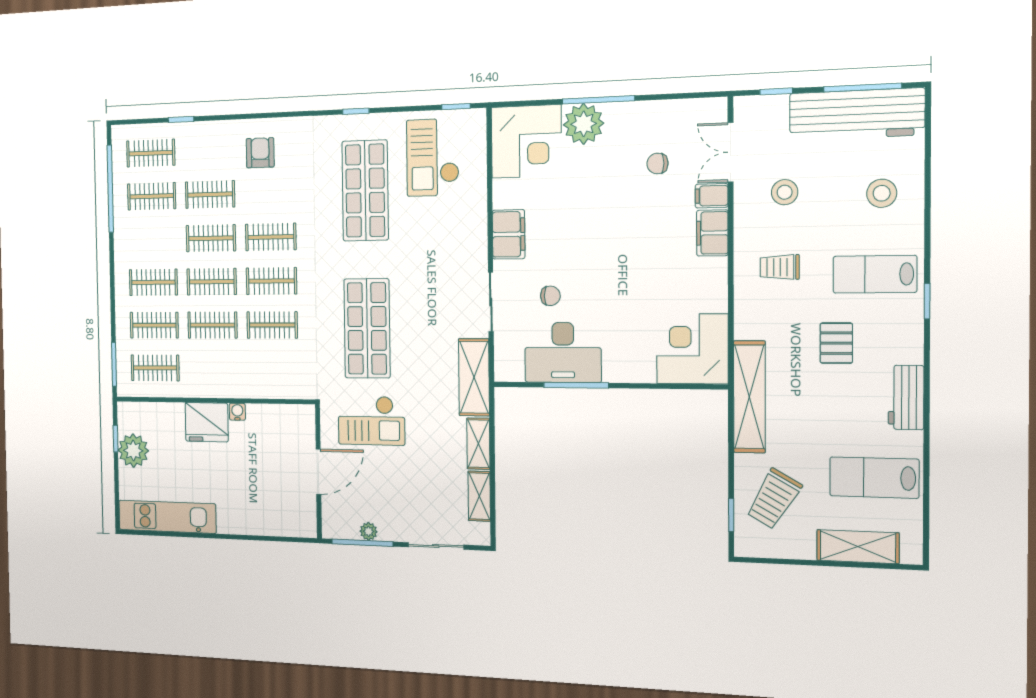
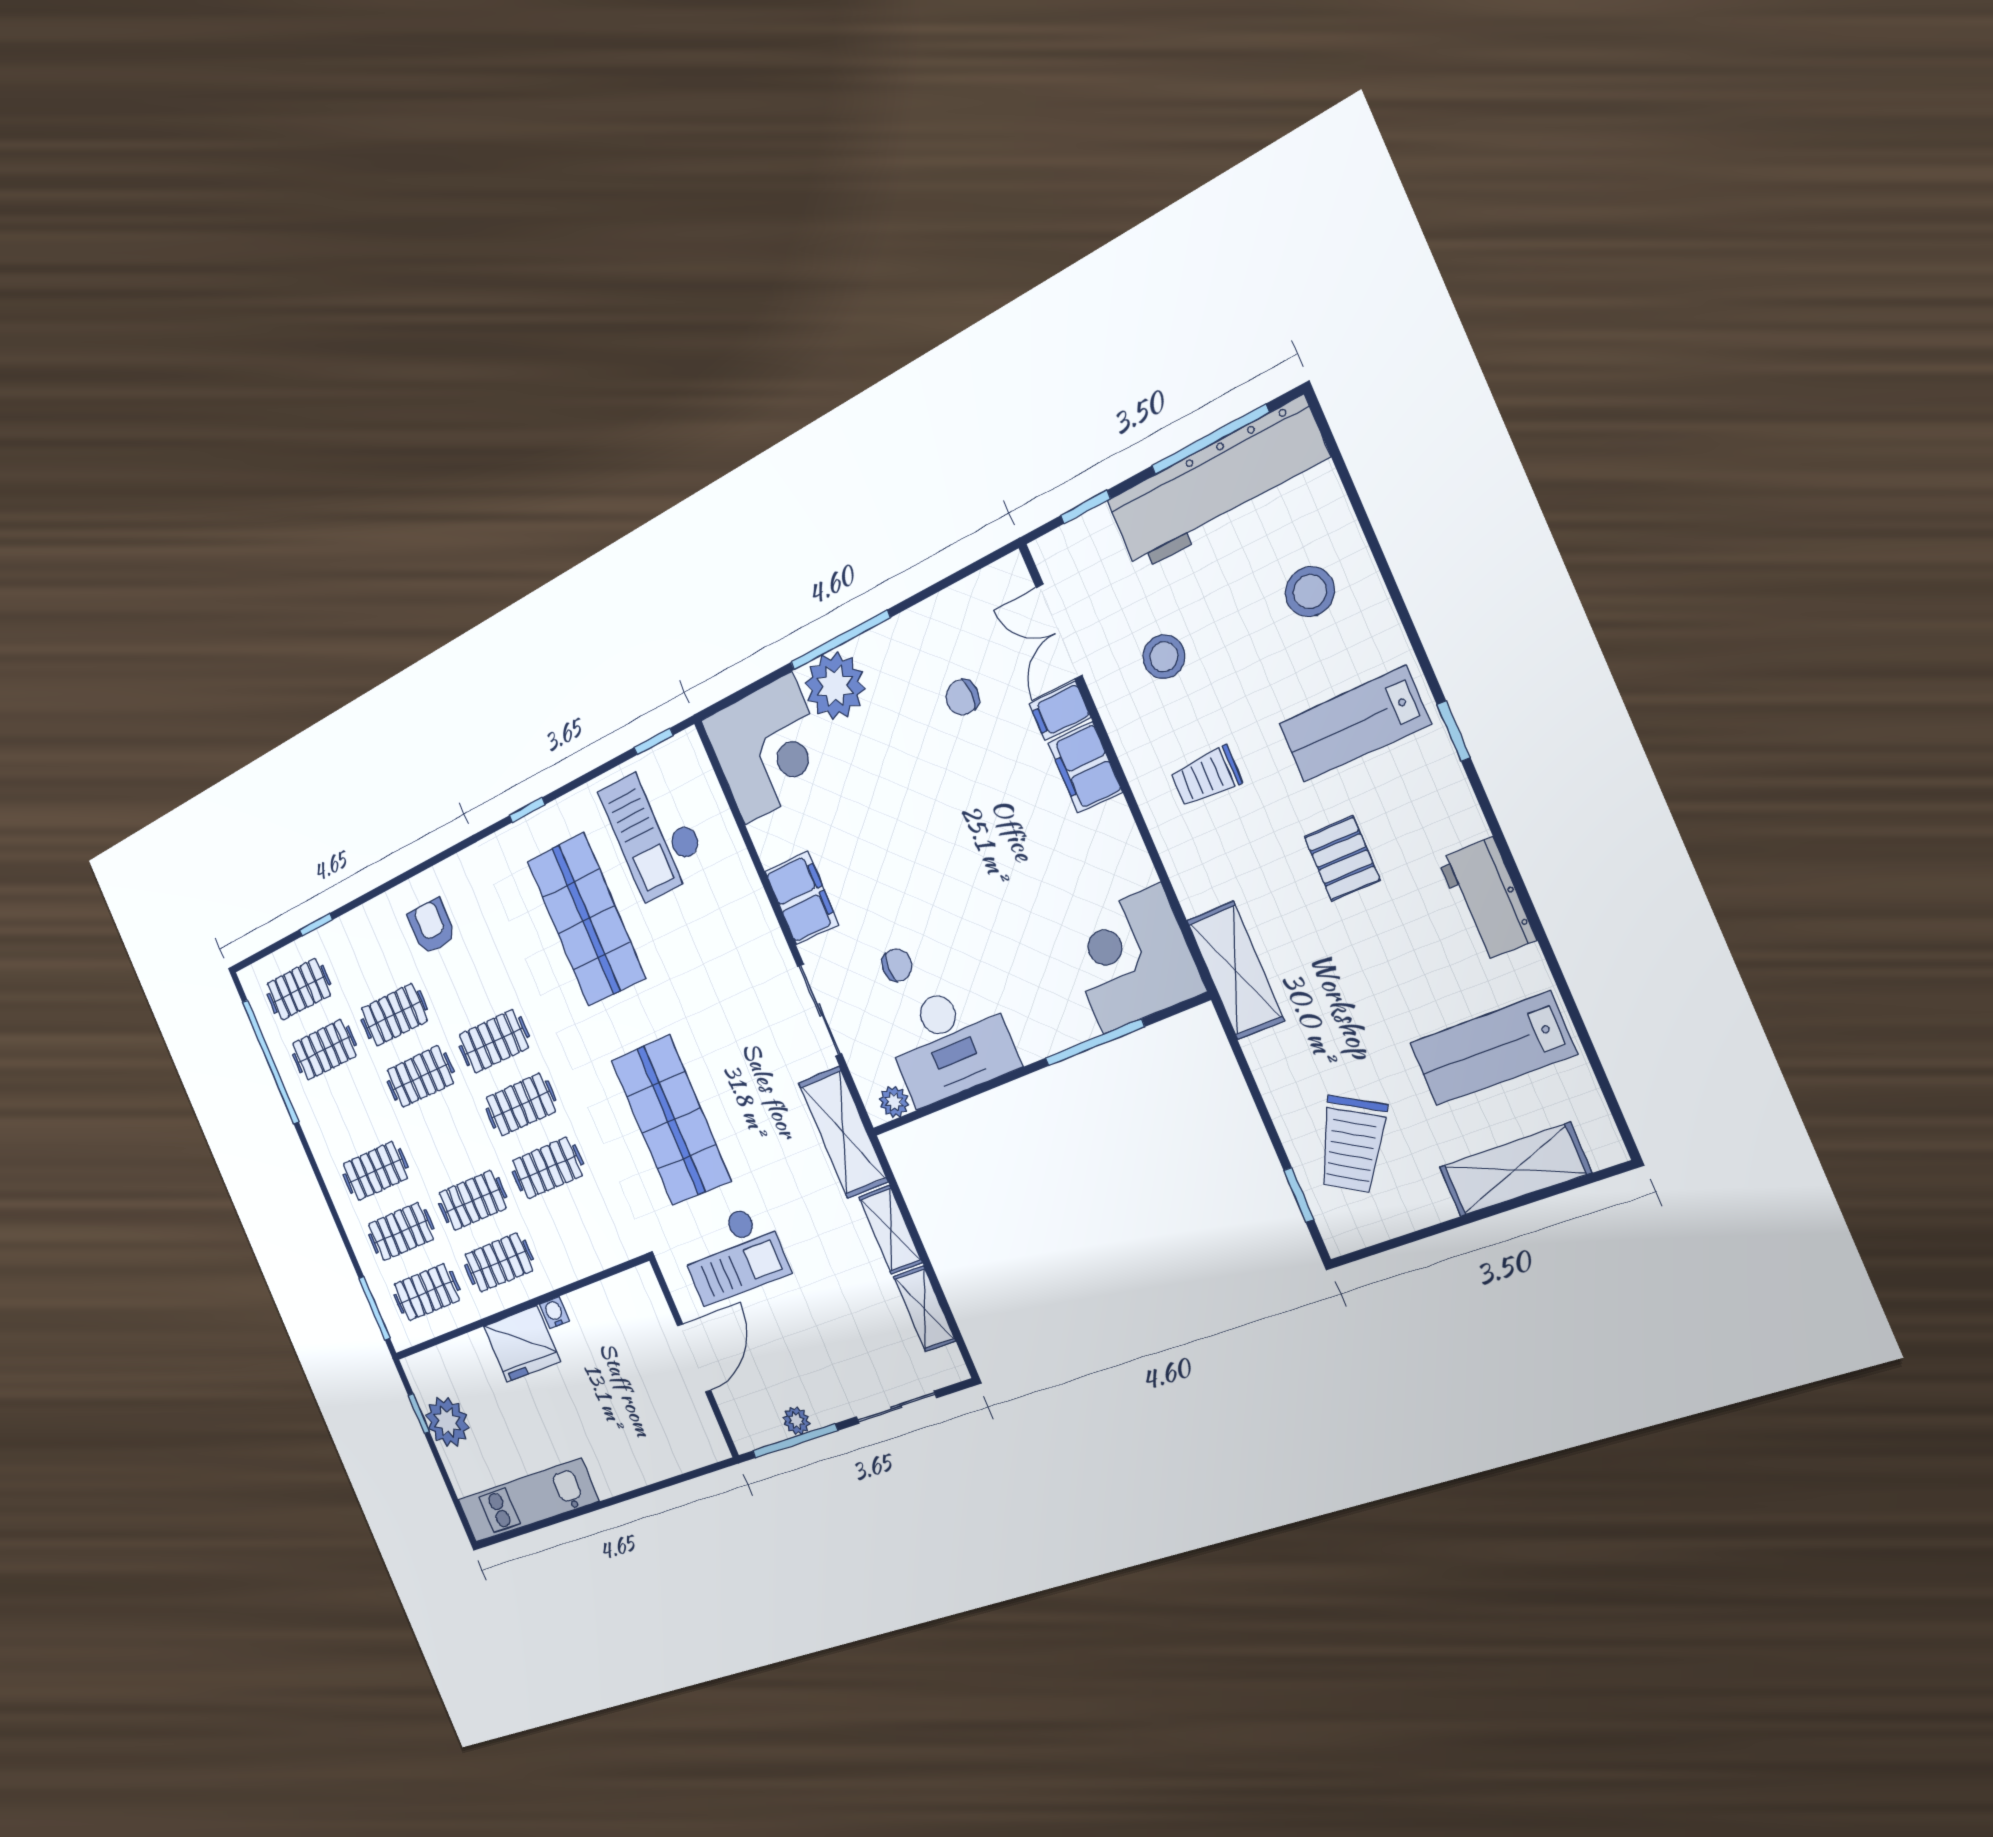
clothes rail: (212, 282) -> (499, 1262), moved
plant: (514, 372) -> (894, 1102), added
window: (576, 385) -> (1095, 1043), moved
shelving: (749, 397) -> (1235, 970), width x0.68

